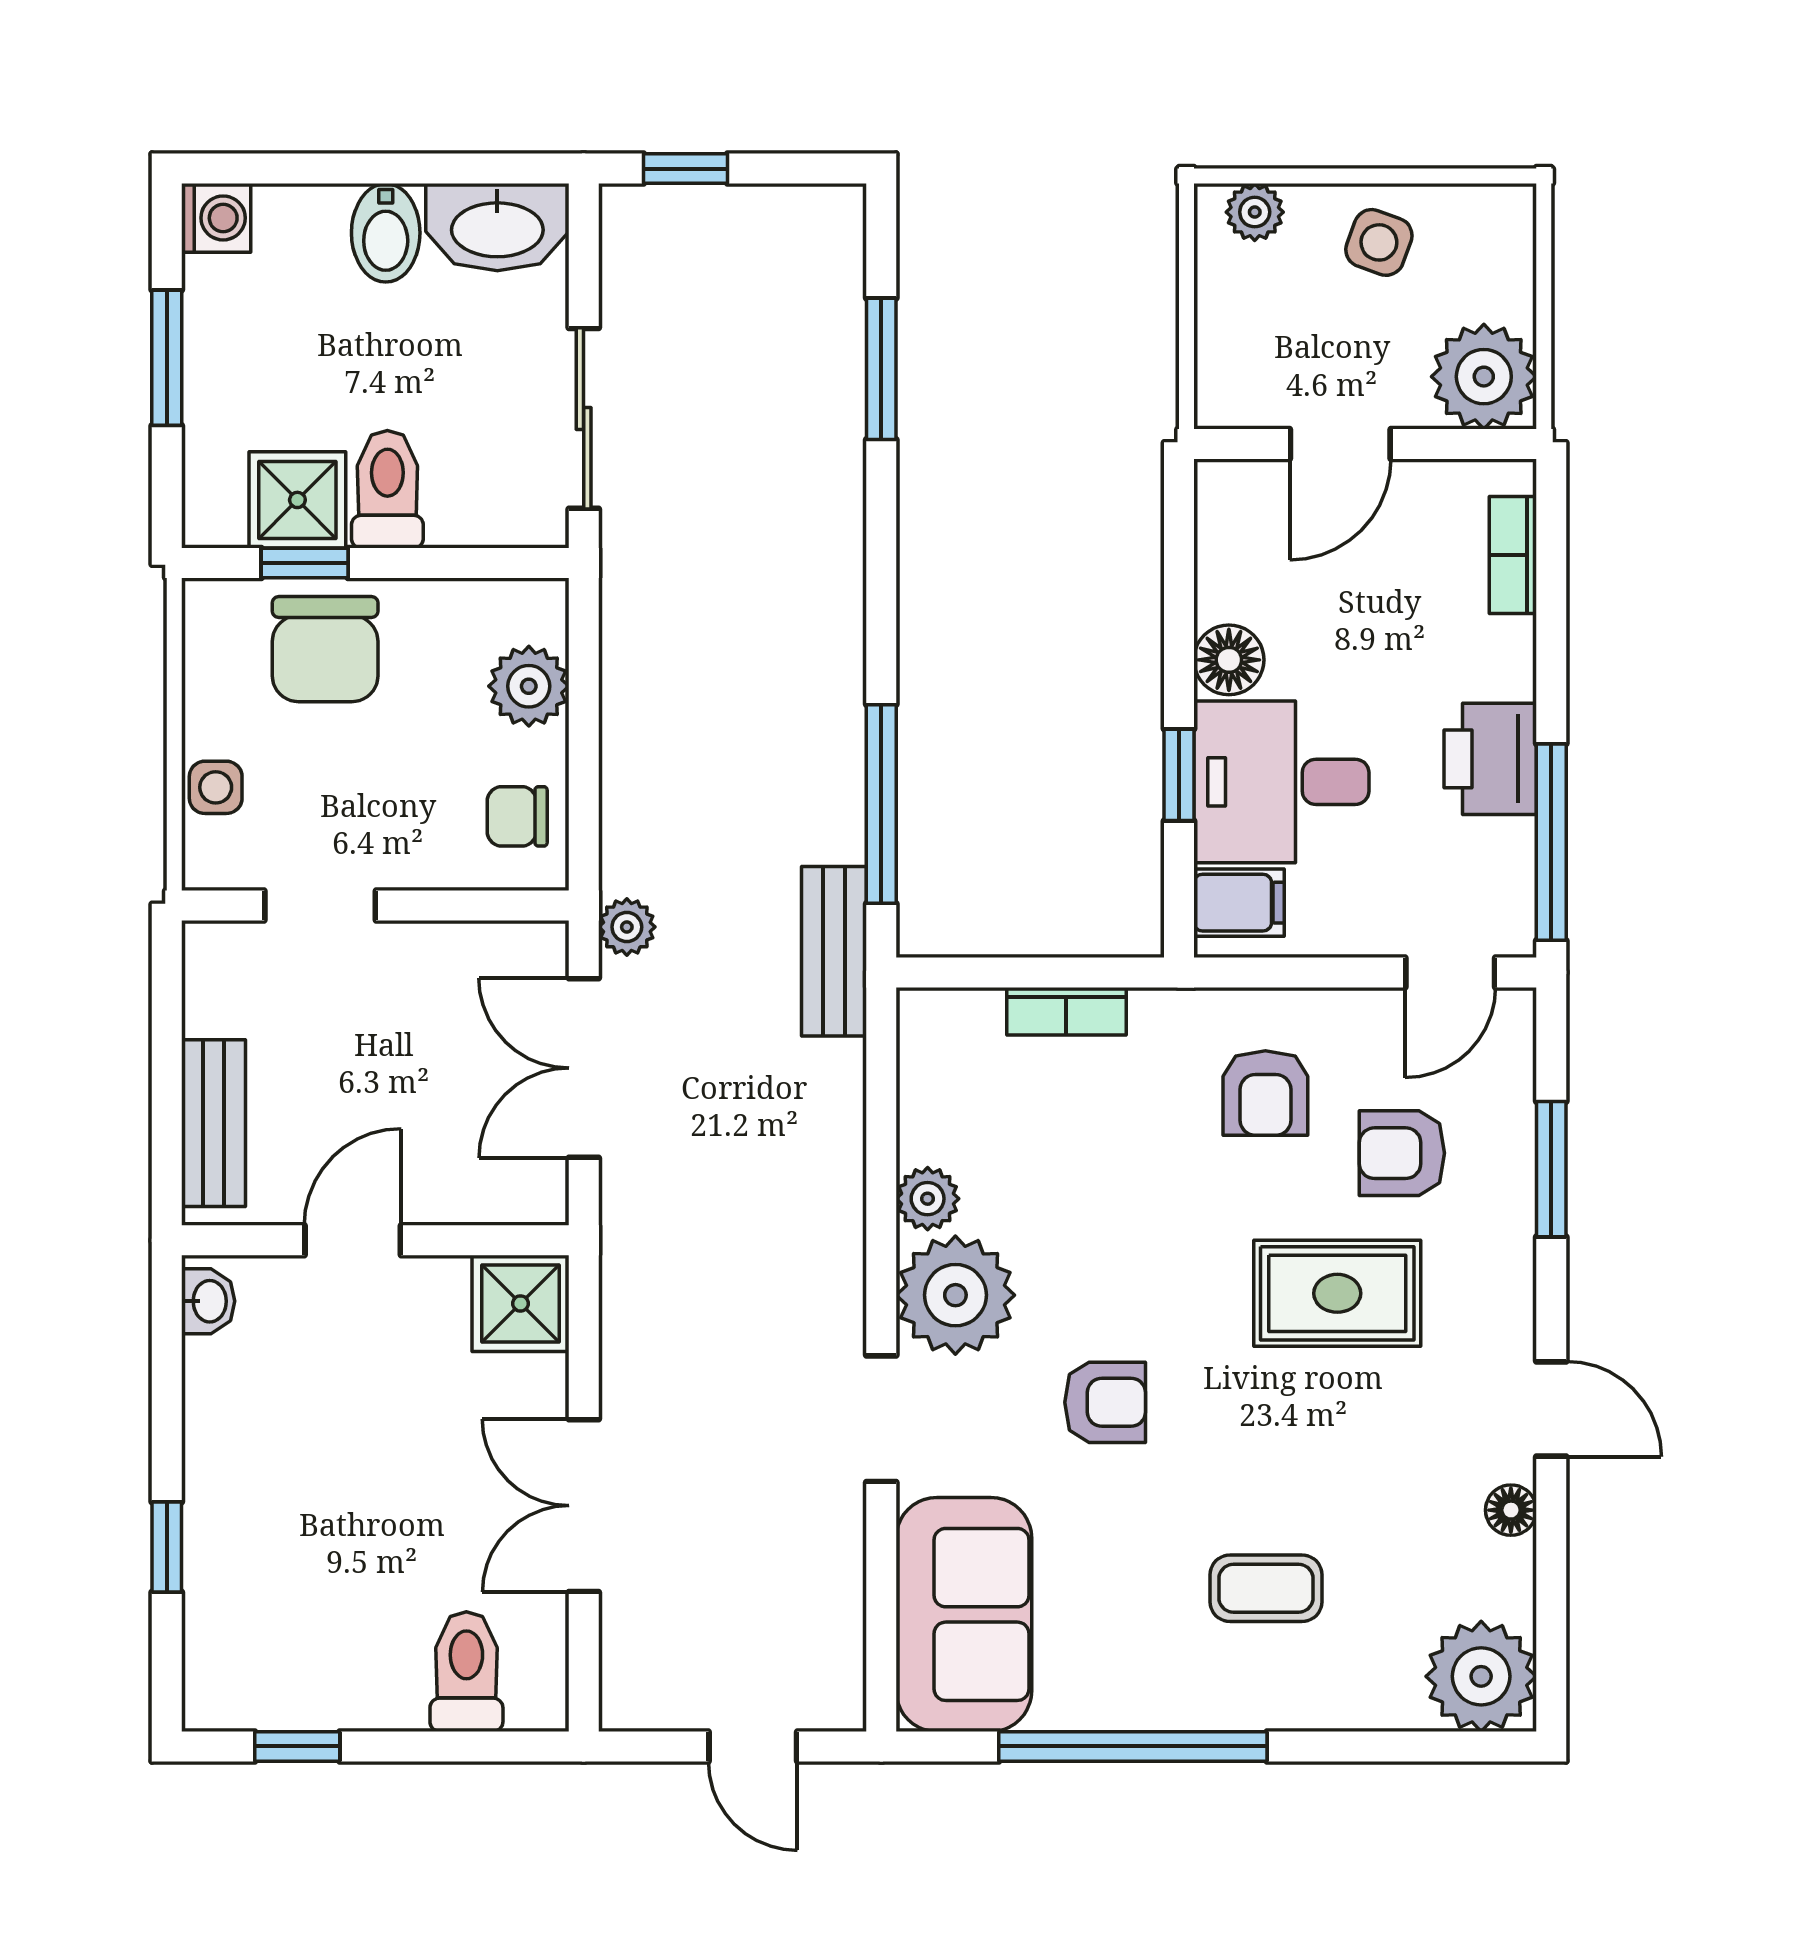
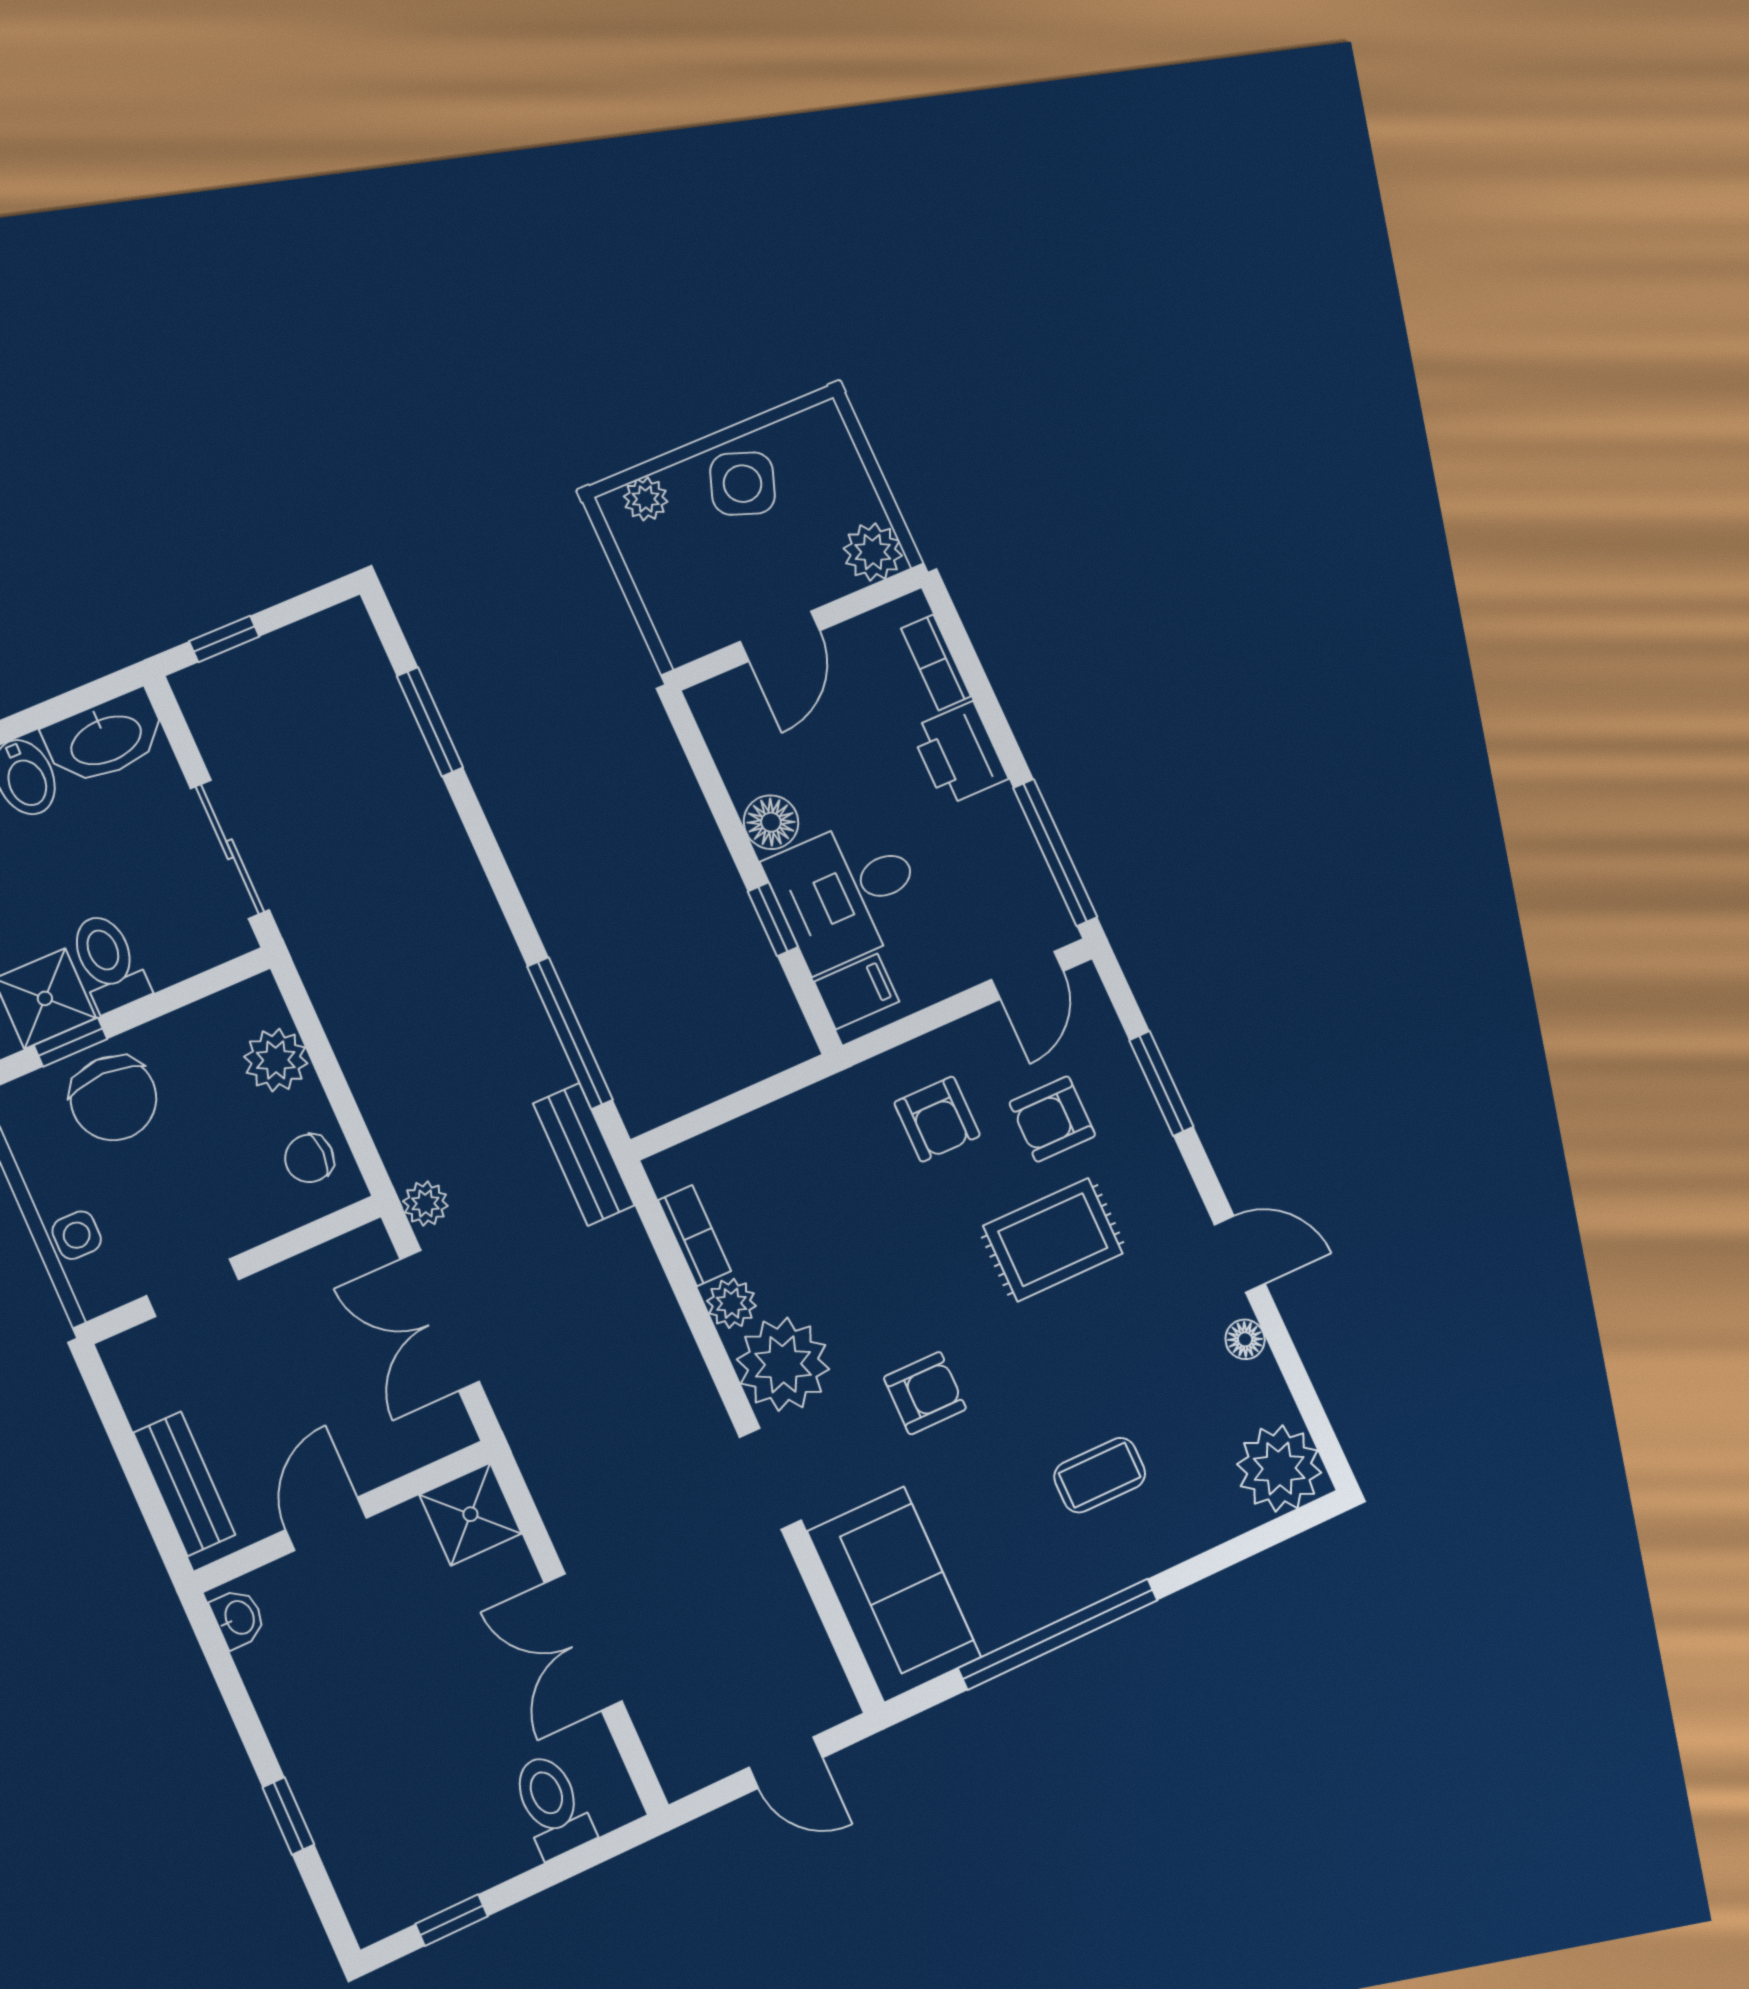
side table: (1379, 242) -> (743, 484), width x1.37, depth x1.37
plant: (1484, 377) -> (873, 552), width x0.73, depth x0.73
printer: (1490, 759) -> (959, 754), moved
bookcase: (1066, 1011) -> (695, 1236), moved, turned -90

